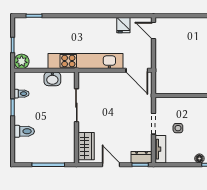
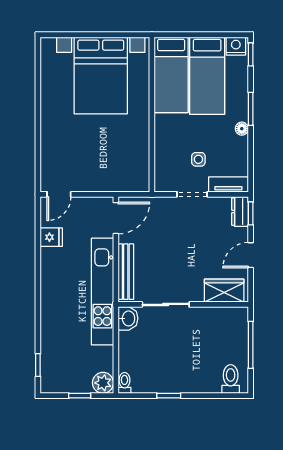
bench: (99, 77) -> (126, 272), added
washbasin: (52, 79) -> (128, 318), moved
toilet: (22, 94) -> (124, 383), moved
toilet: (24, 131) -> (231, 379), moved

